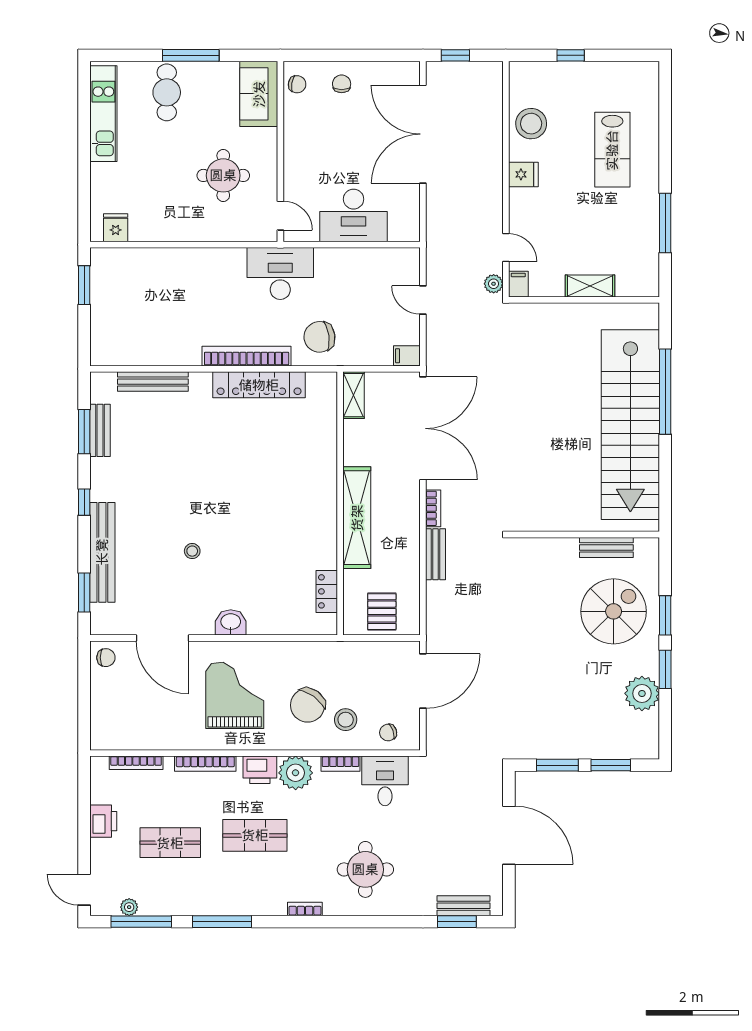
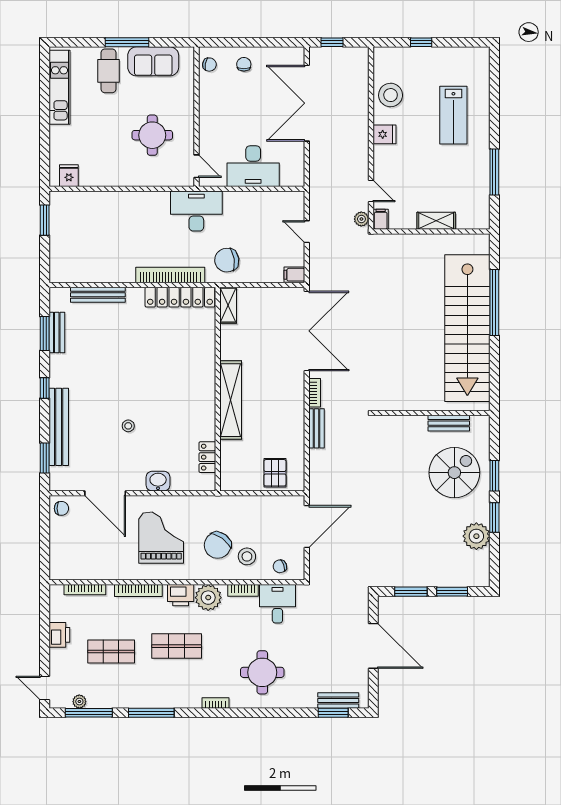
sofa: (259, 94) -> (153, 61), moved, turned -90
shelving: (353, 395) -> (228, 305), moved
wall: (340, 503) -> (218, 389), moved
shelving: (357, 518) -> (231, 400), moved
locker: (327, 591) -> (207, 457), moved

